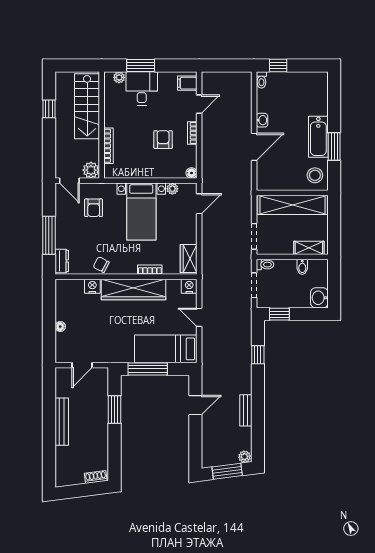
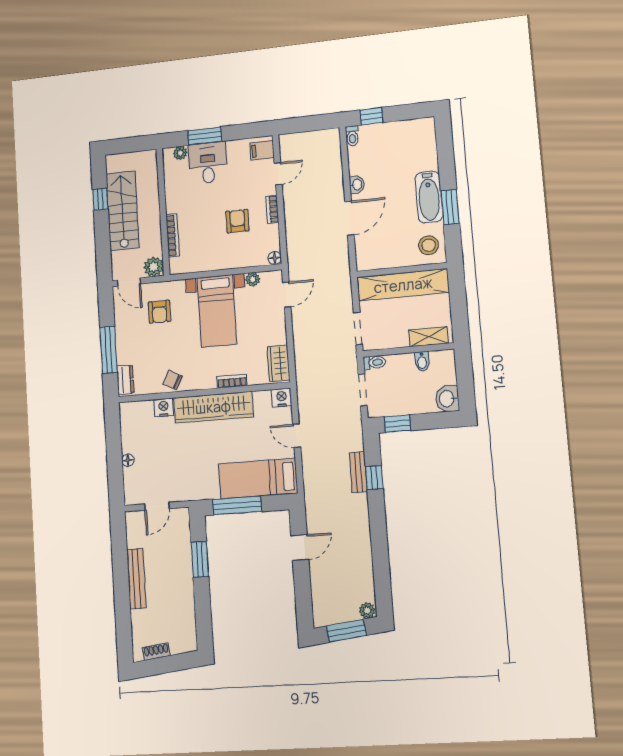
stairs: (87, 106) -> (122, 211), moved, turned 180
bench: (246, 410) -> (358, 472), moved
shoe rack: (96, 477) -> (156, 652), moved

